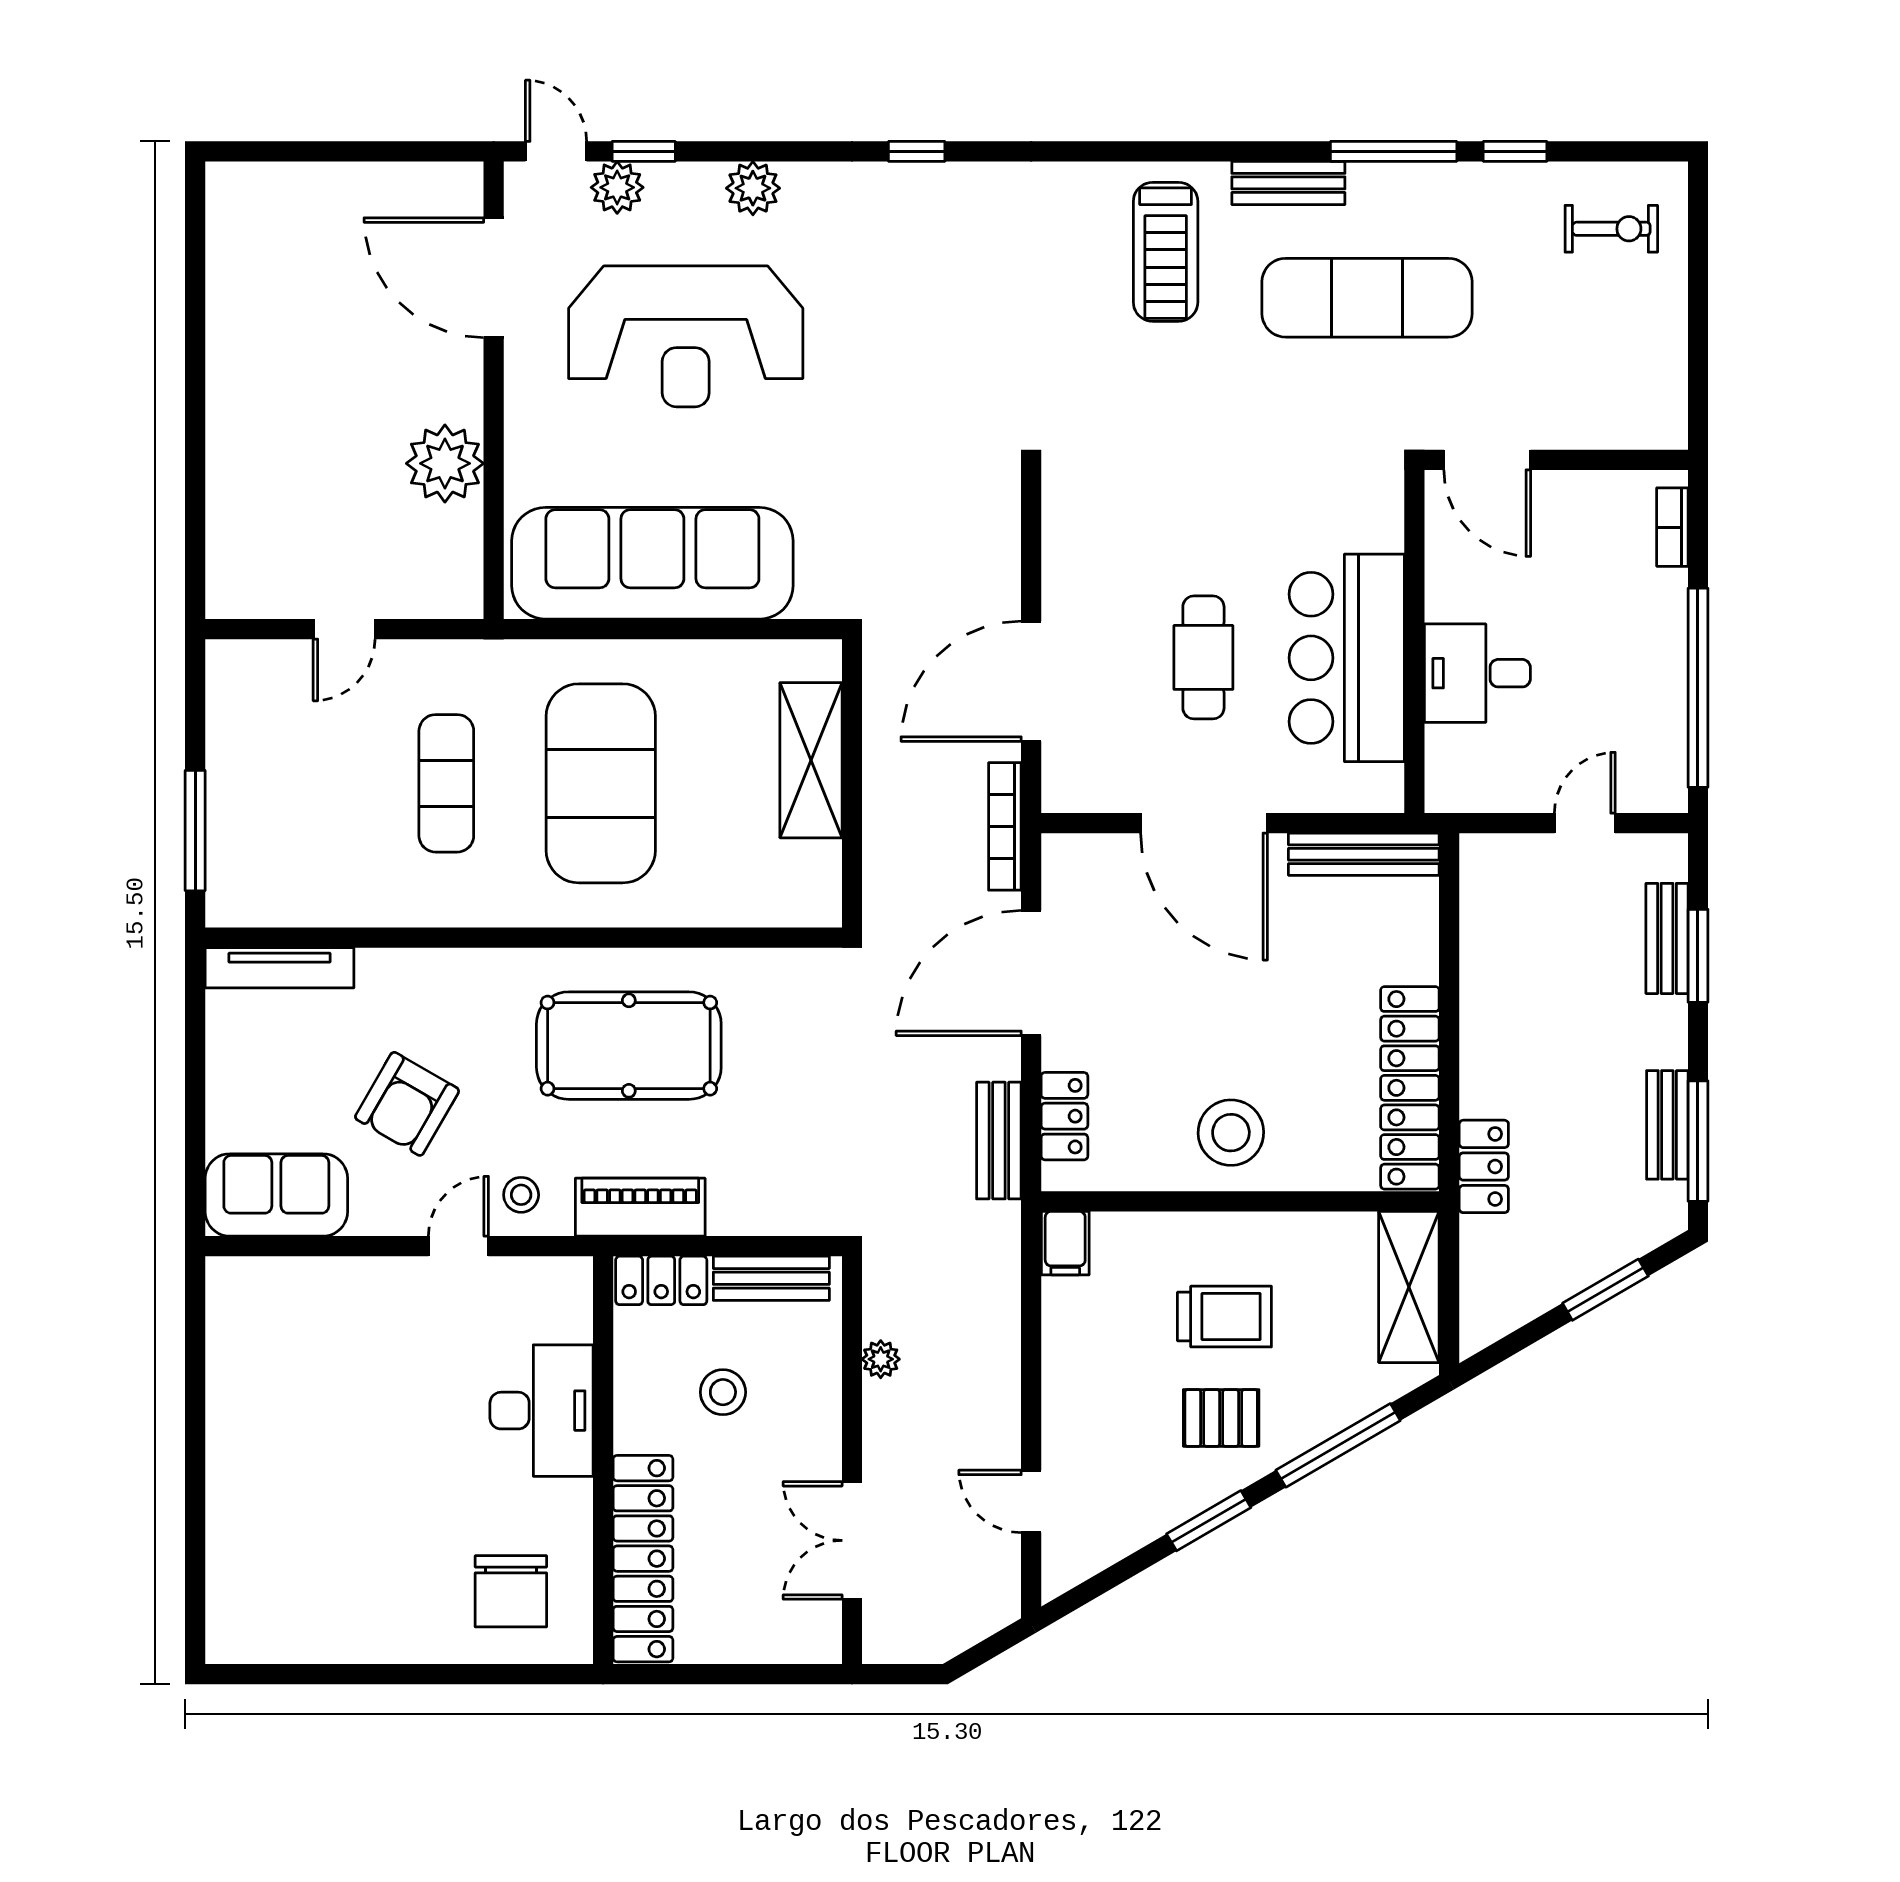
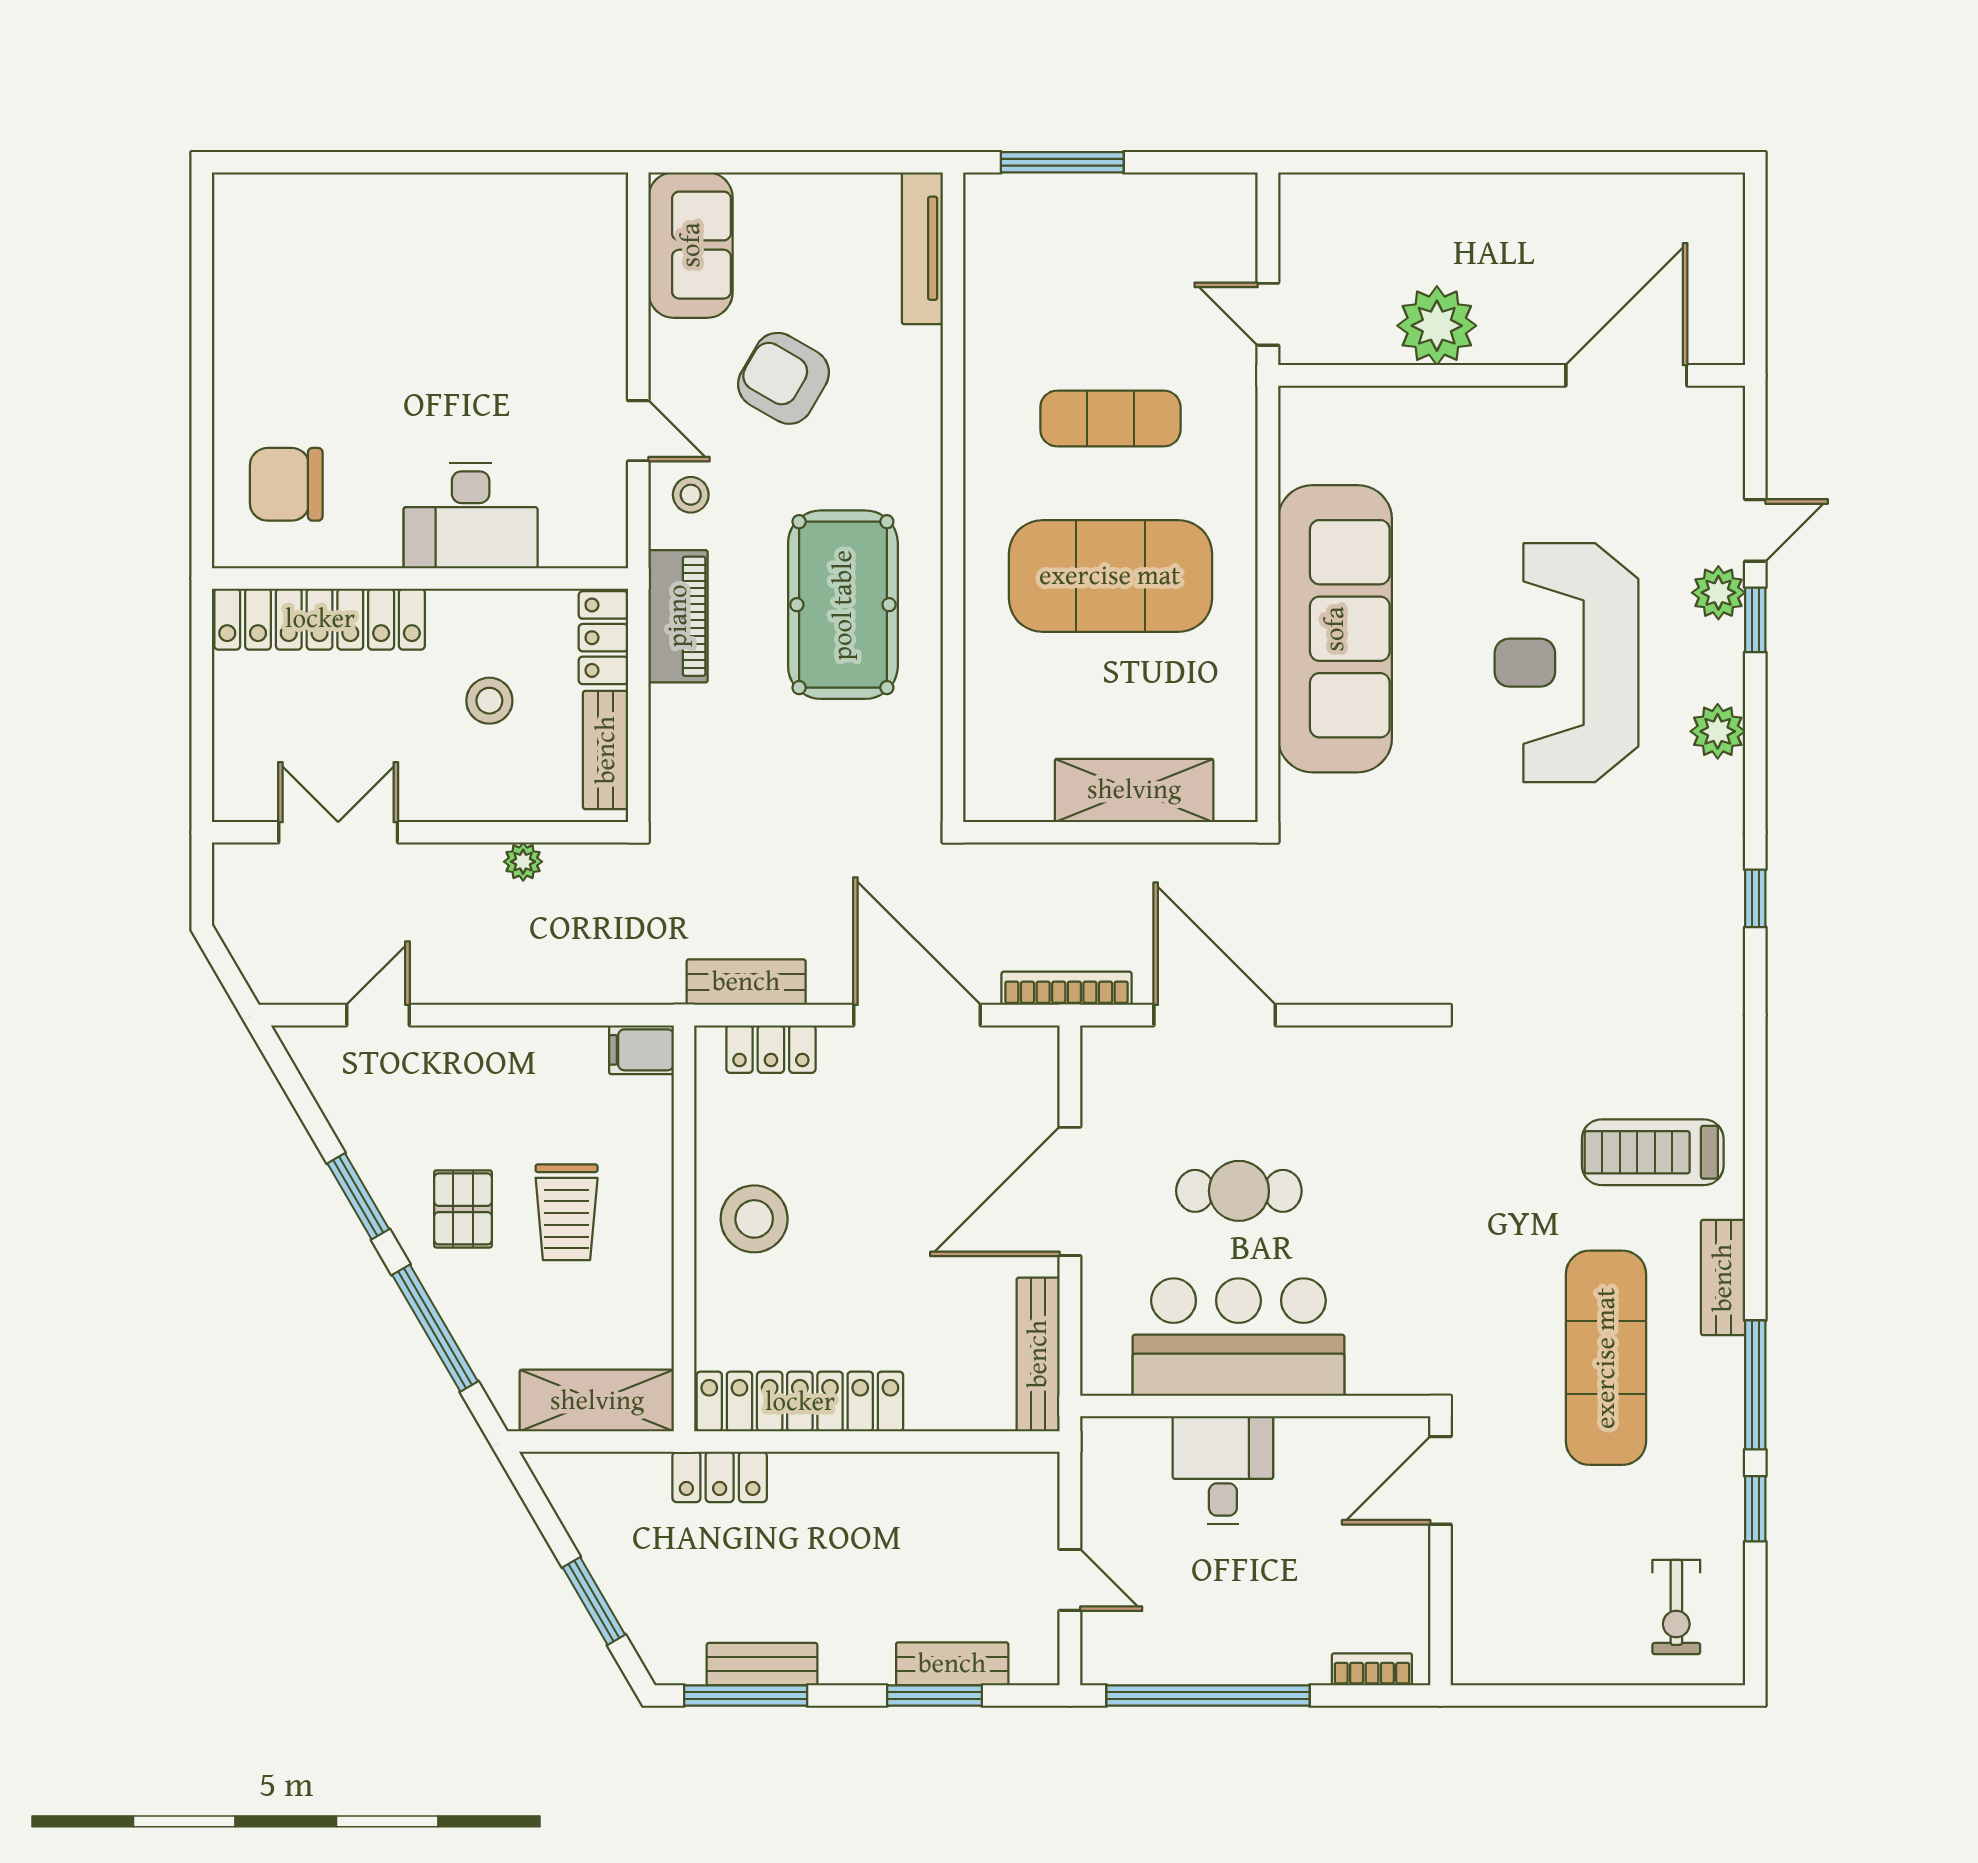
door: (494, 278) -> (1626, 375), moved
wall: (494, 390) -> (1512, 375), moved
plant: (445, 463) -> (1437, 326), moved

